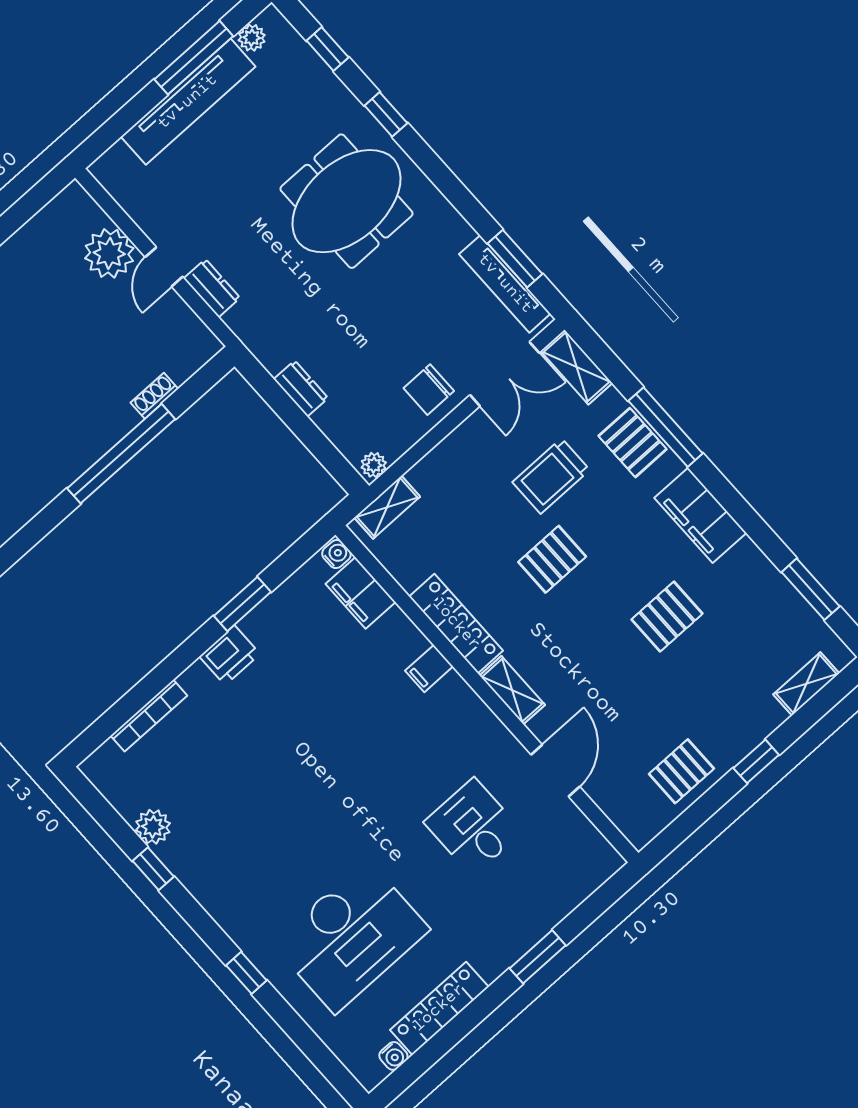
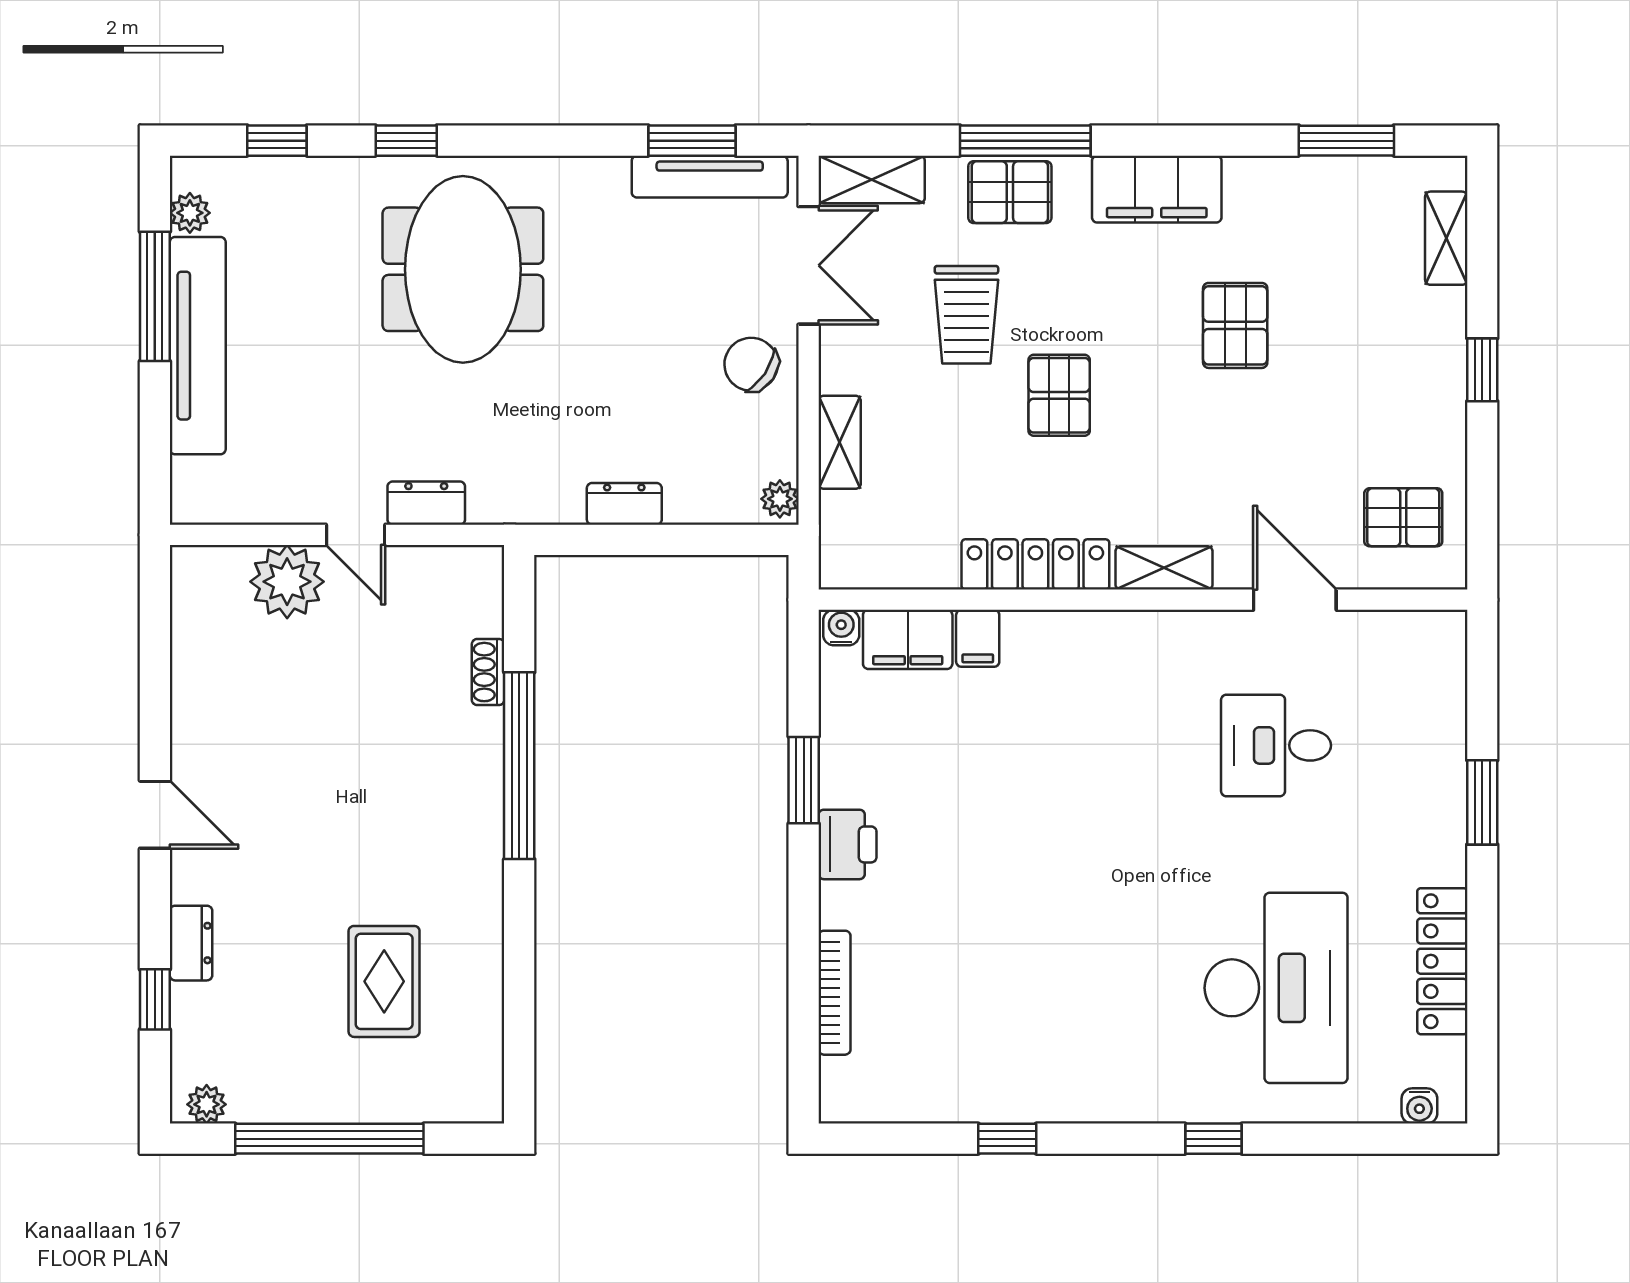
chair: (429, 390) -> (751, 364), turned 124
shelving: (387, 507) -> (840, 442), moved
filing cabinet: (429, 669) -> (978, 638), moved
pallet: (681, 771) -> (1403, 517), moved, turned 90
plant: (153, 827) -> (961, 1098), removed
water cooler: (393, 1056) -> (1419, 1106), moved, turned 90

